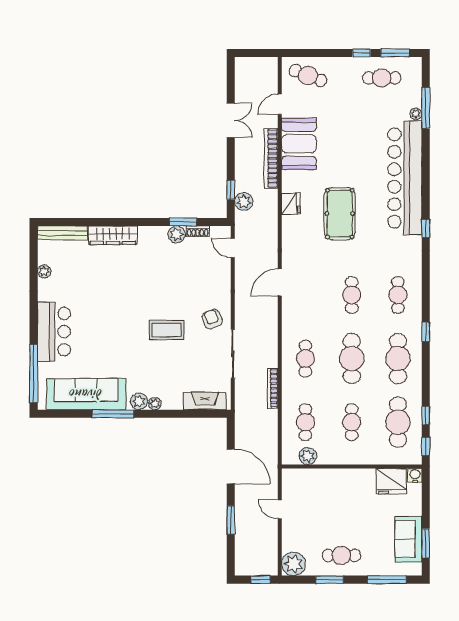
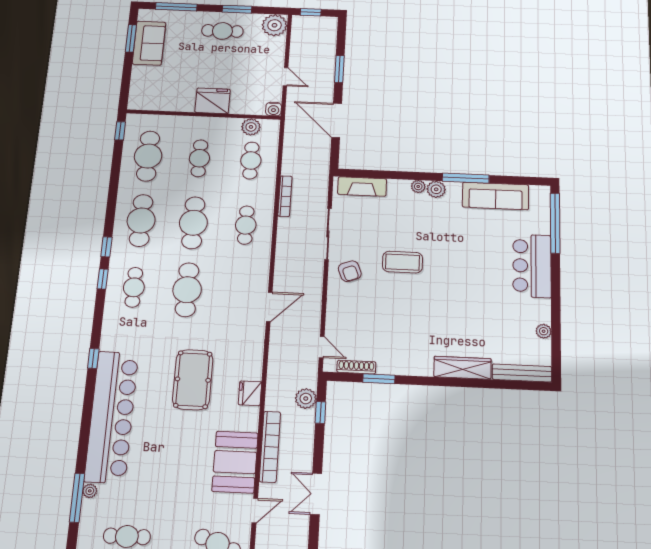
shoe rack: (198, 231) -> (356, 367), width x1.43
plant: (177, 234) -> (387, 365), removed
cafe table: (352, 295) -> (187, 290), width x1.37, depth x1.35
sofa: (86, 394) -> (496, 196), width x0.74, depth x0.79
window: (426, 415) -> (103, 279), moved
water cooler: (415, 475) -> (274, 109), moved
fridge: (392, 481) -> (213, 101), moved

